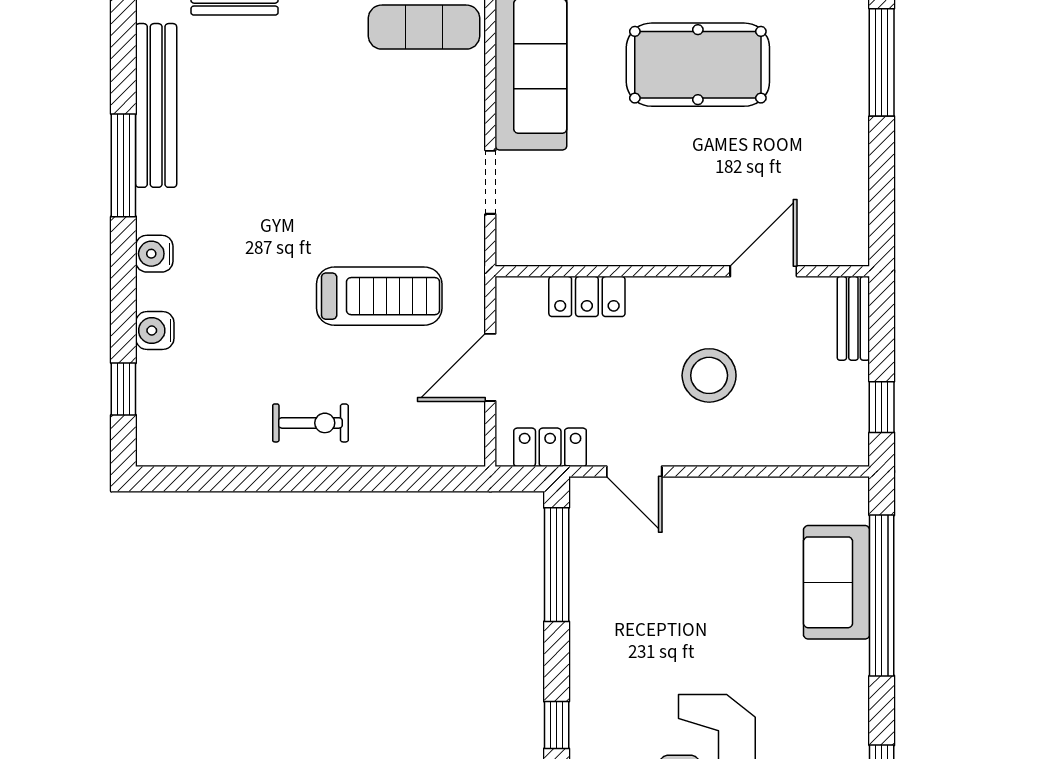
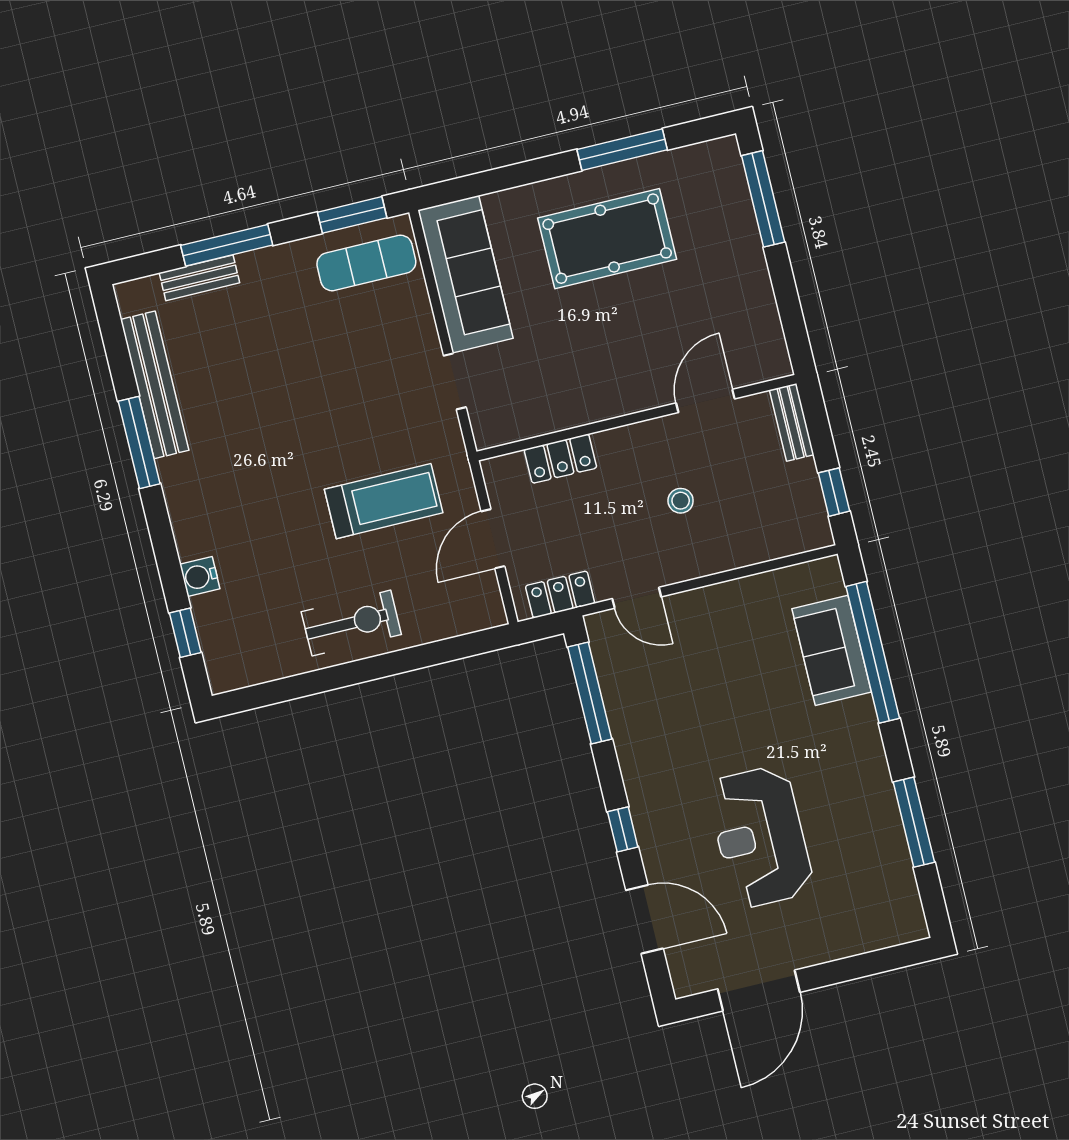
water cooler: (154, 254) -> (184, 511), removed
stool: (709, 375) -> (681, 501), width x0.53, depth x0.53
exercise bike: (310, 423) -> (351, 623), width x1.38, depth x1.39

